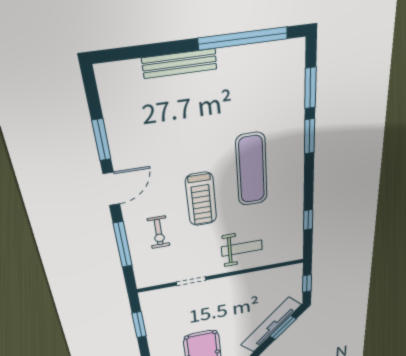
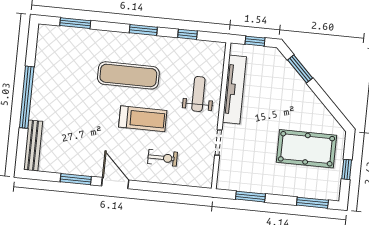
window: (243, 38) -> (27, 97), moved
bench: (180, 63) -> (33, 145), moved
window: (310, 136) -> (143, 30), moved
window: (123, 245) -> (165, 188), removed
tv unit: (271, 325) -> (234, 90), moved, turned -135

